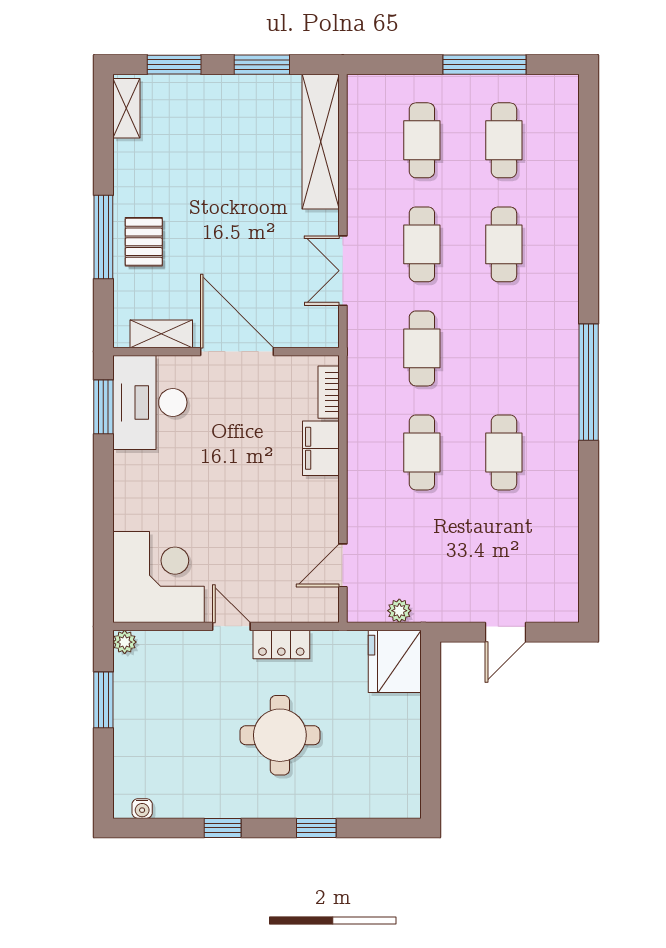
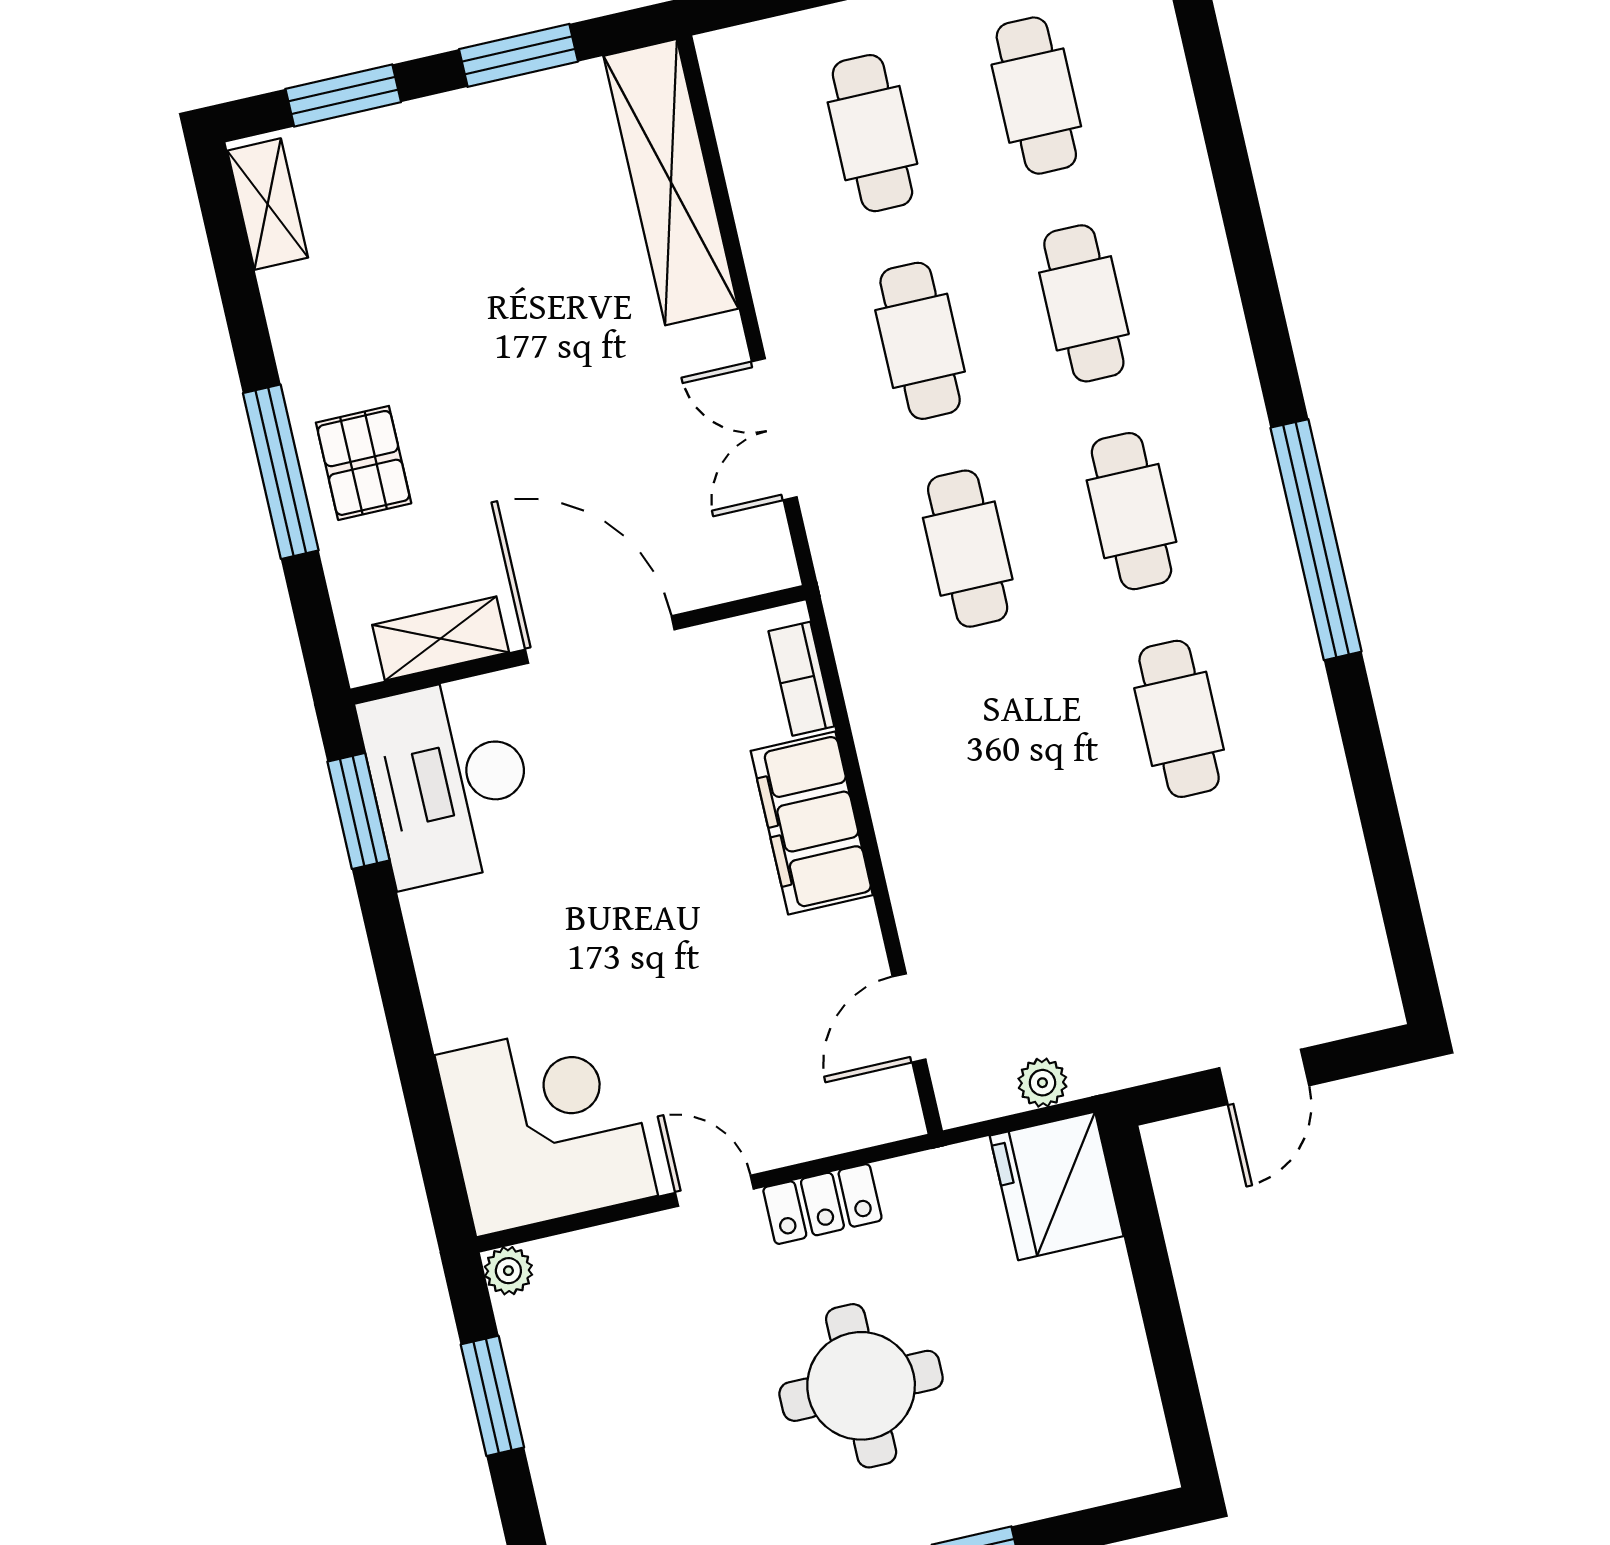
filing cabinet: (321, 448) -> (812, 823), width x1.50, depth x1.17
cafe table: (422, 452) -> (1131, 511), moved

